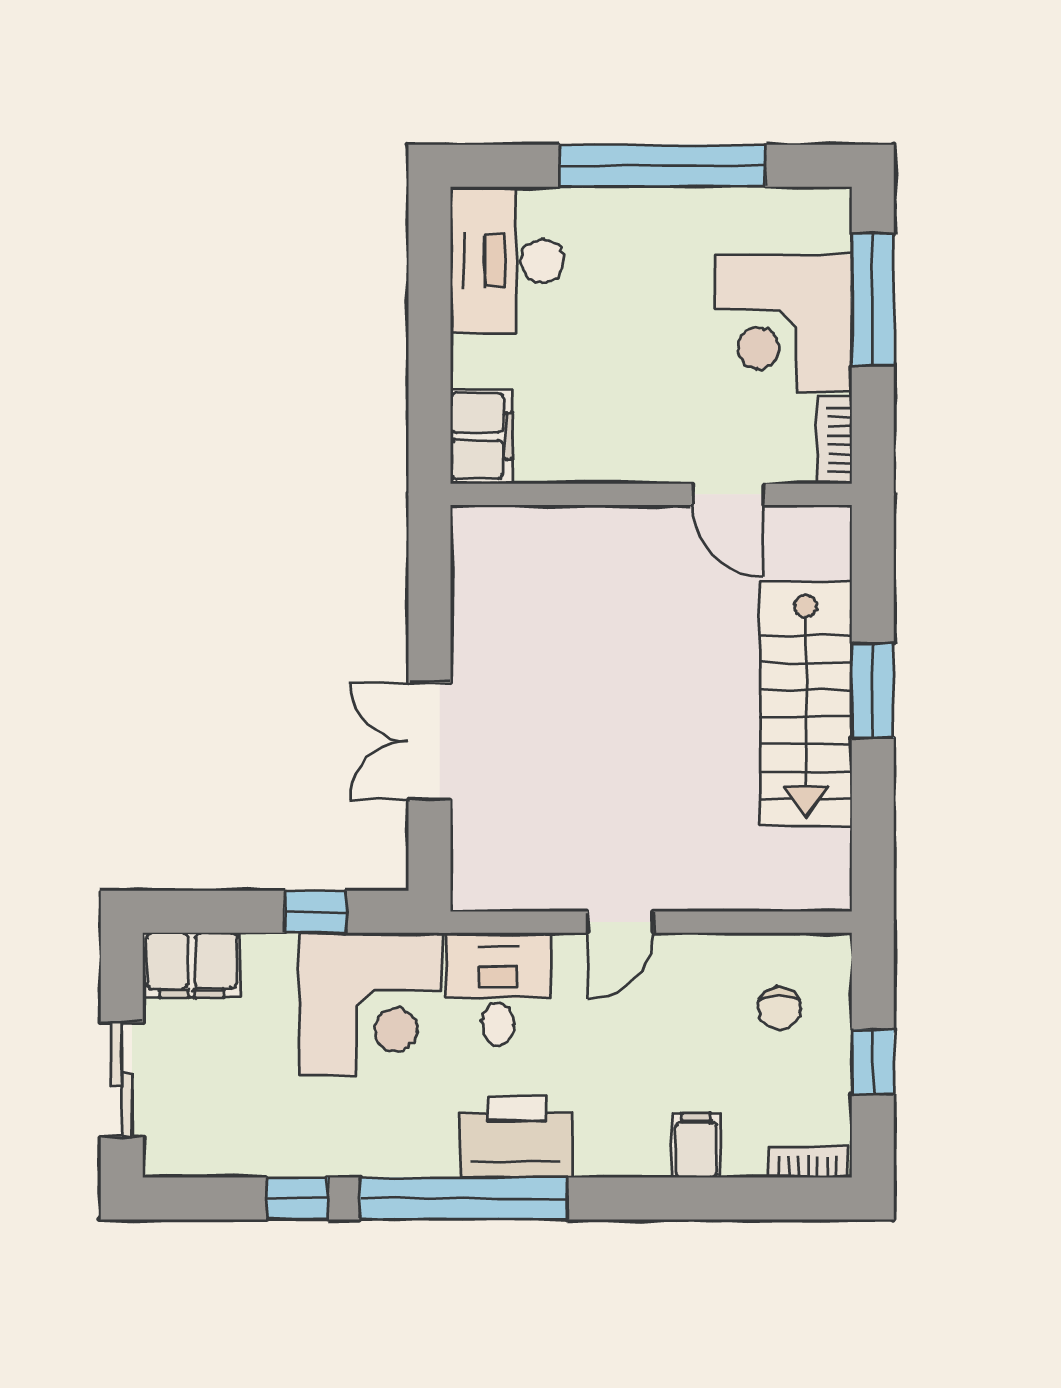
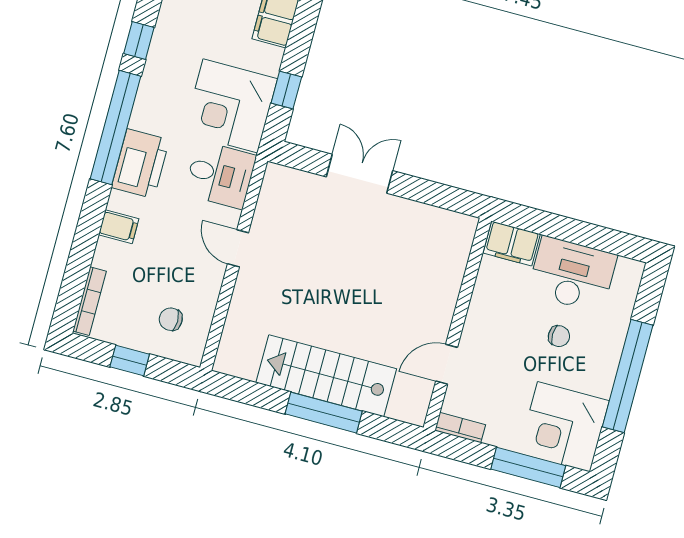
desk: (507, 261) -> (572, 274), moved
chair: (624, 308) -> (559, 336), added
corner desk: (783, 323) -> (564, 427), moved, turned -90
window: (873, 691) -> (324, 413), width x1.44
filing cabinet: (696, 1145) -> (119, 227), moved
bookcase: (808, 1162) -> (90, 301), width x1.56

